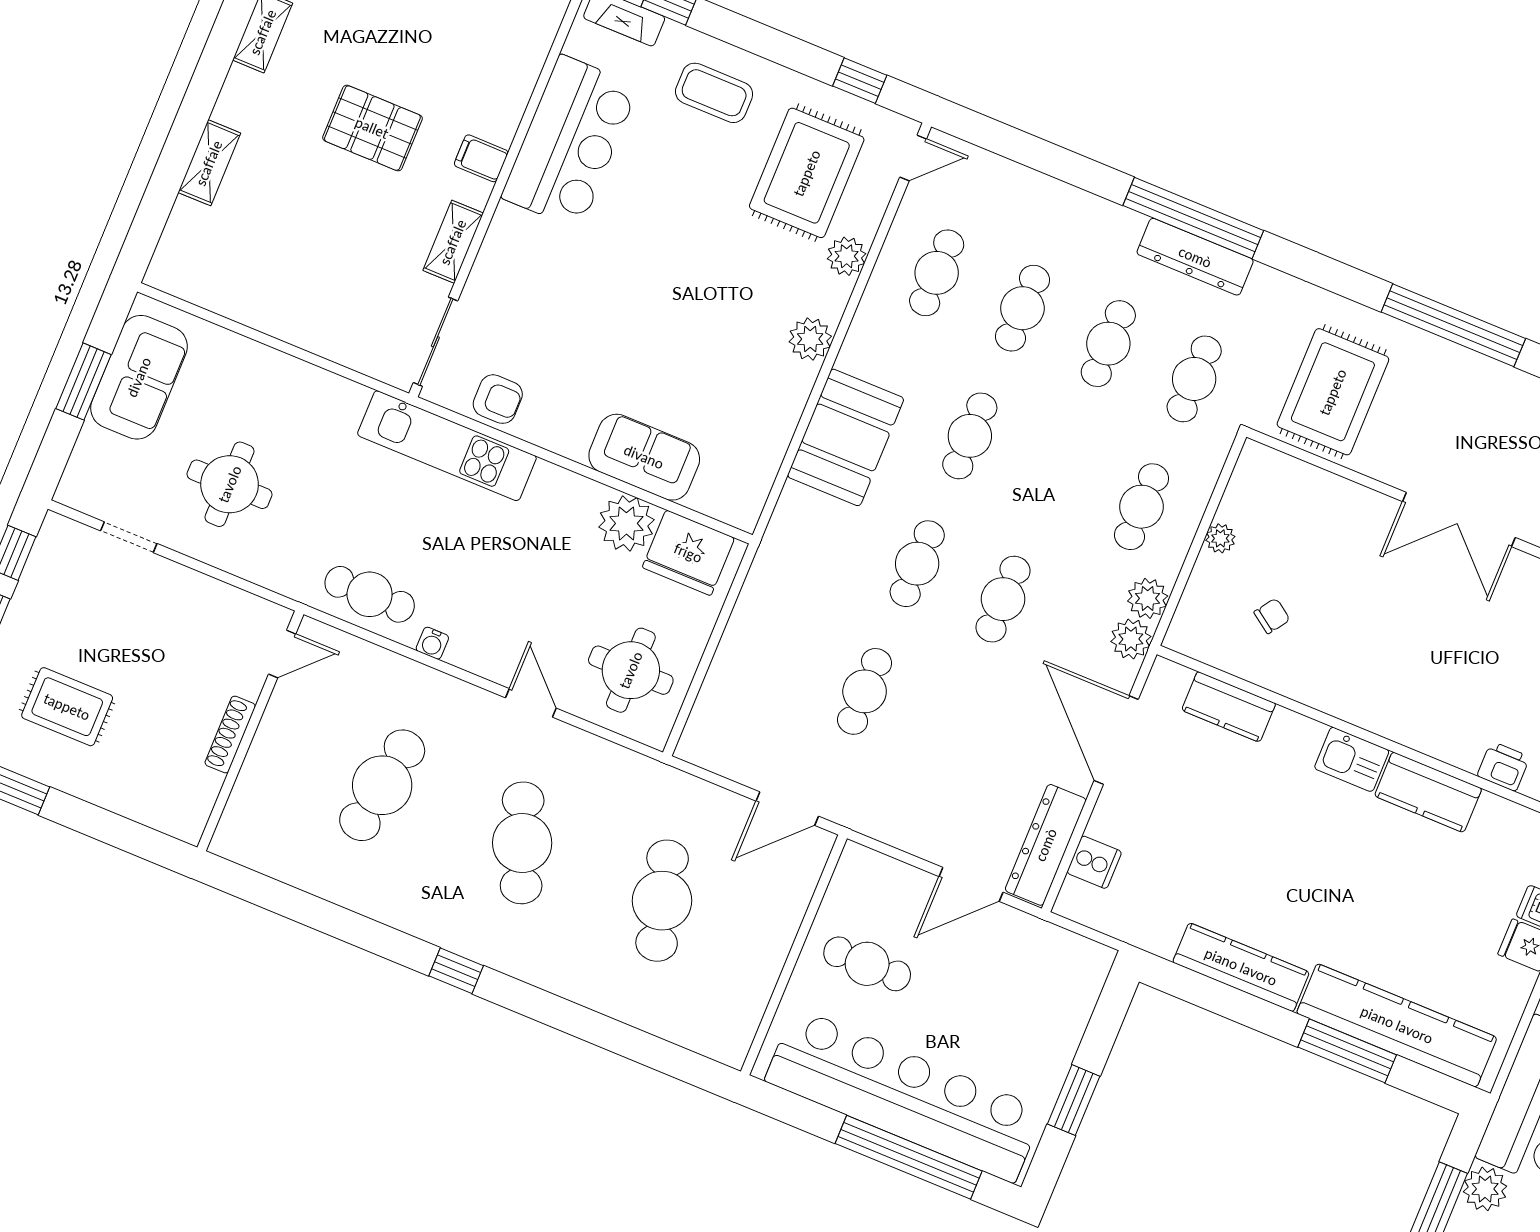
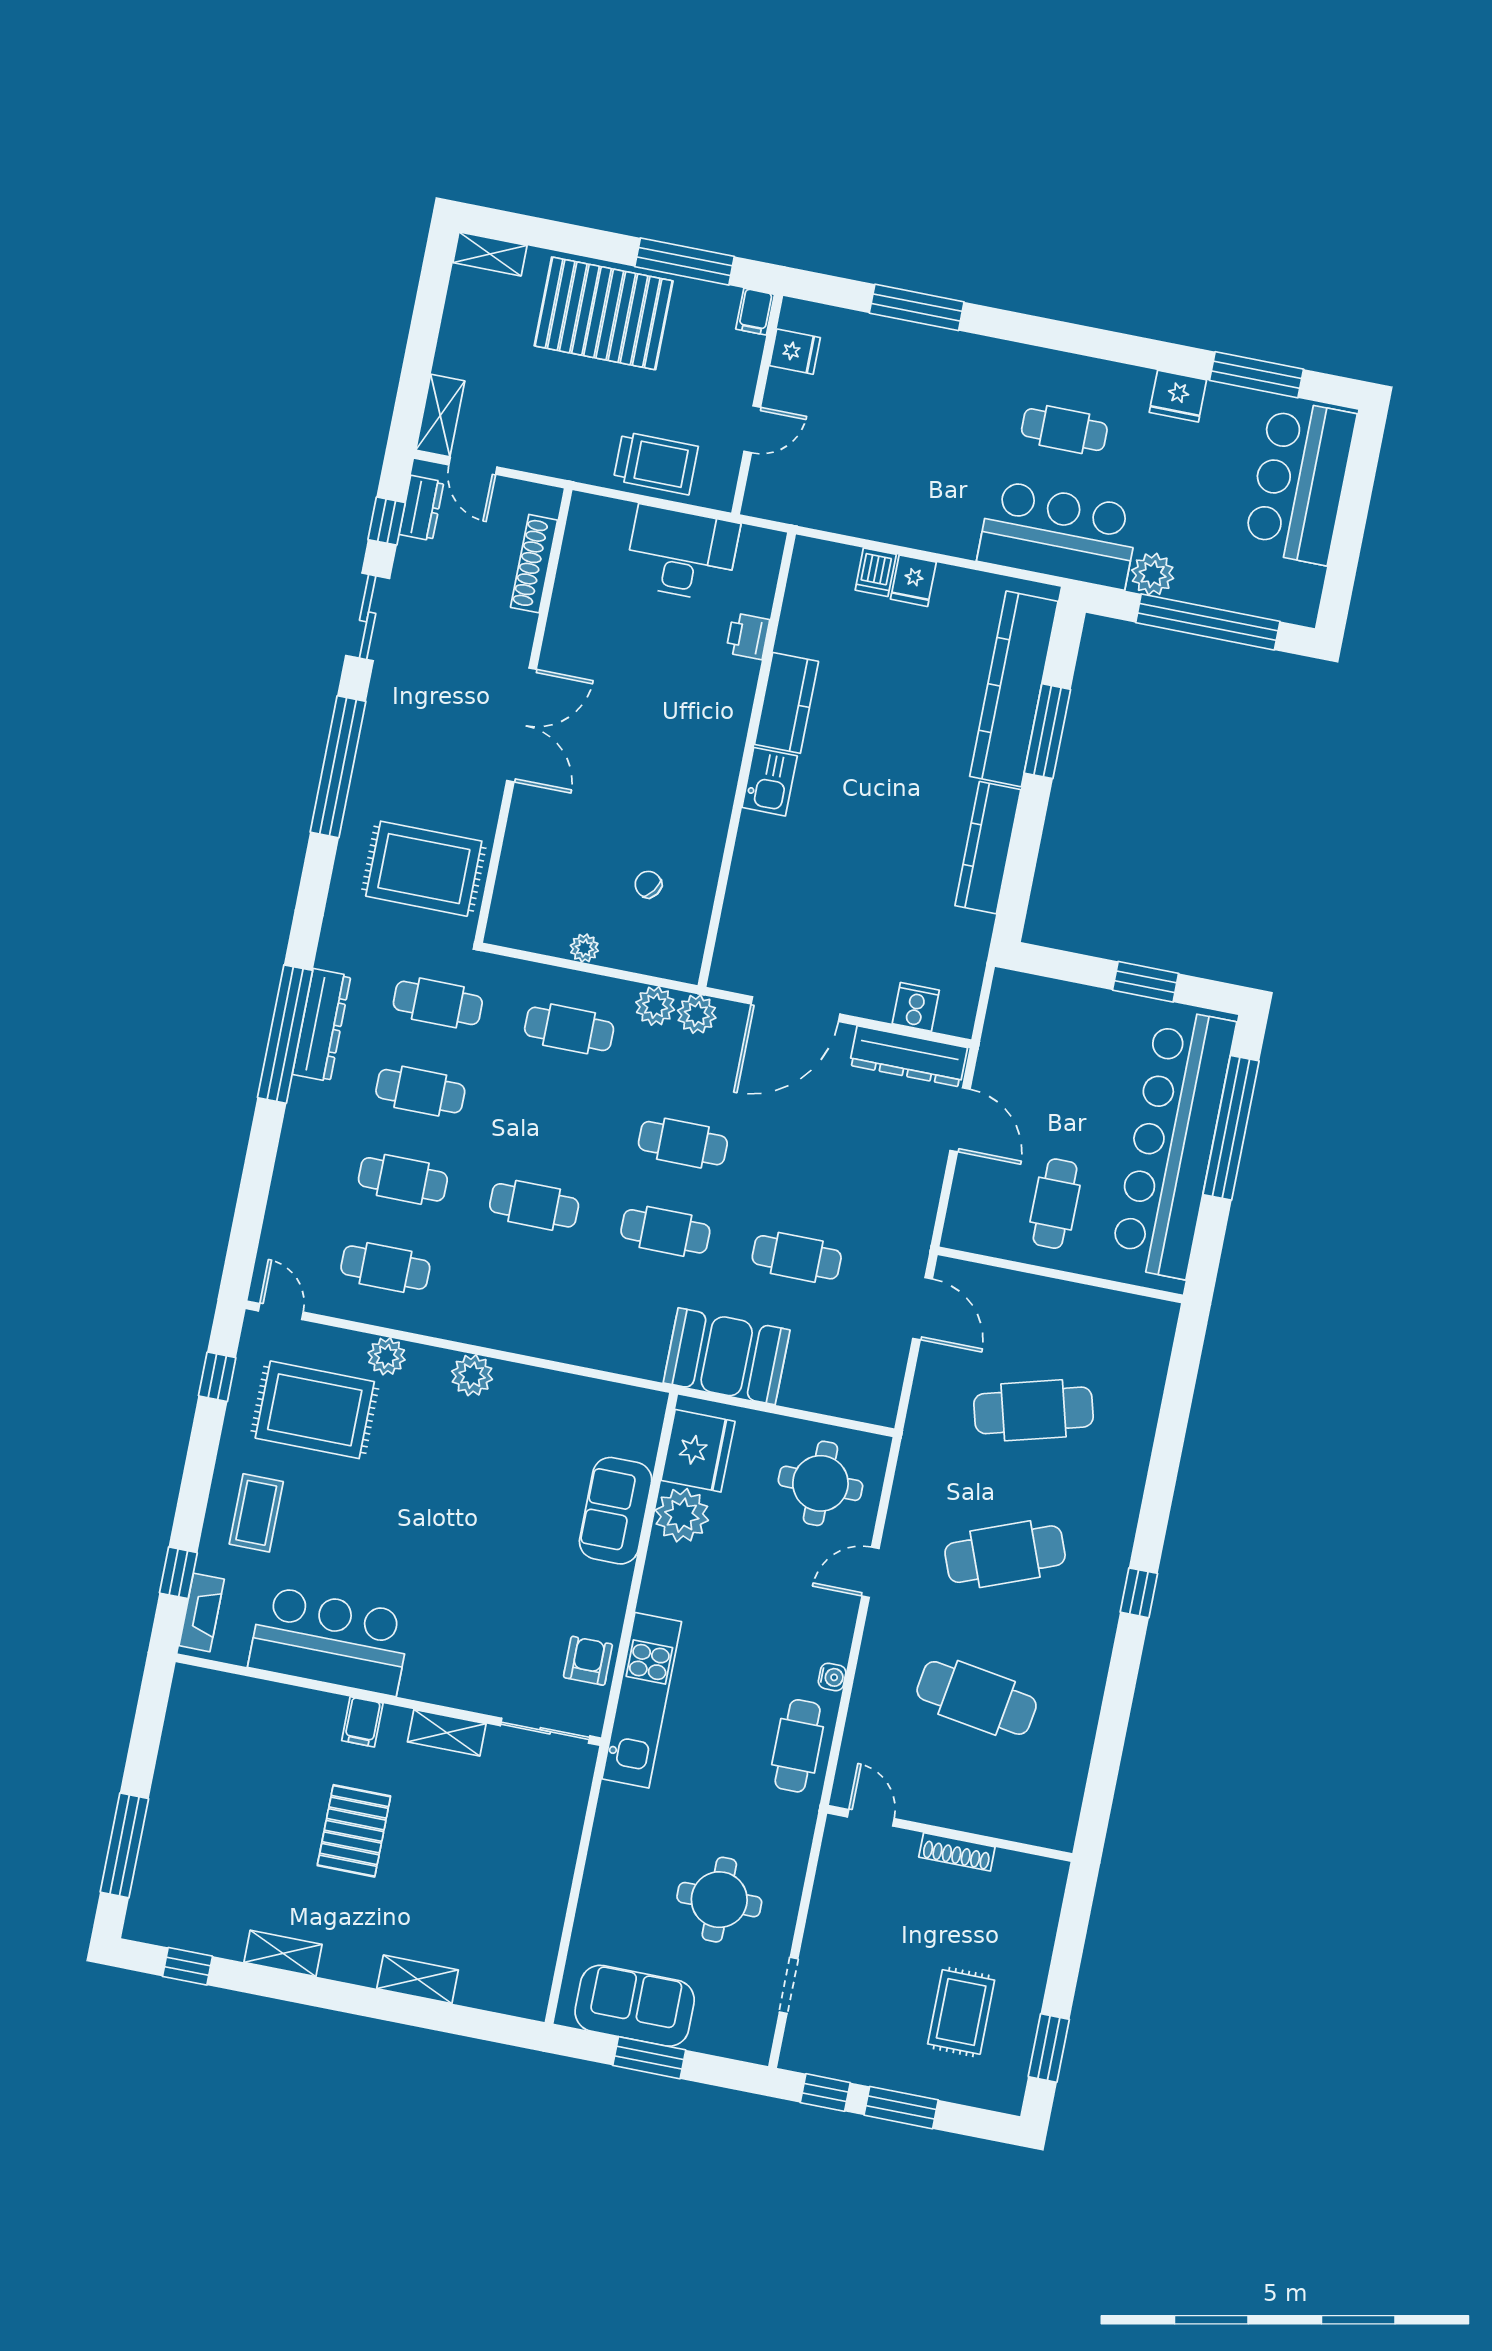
booth: (846, 437) -> (727, 1356), moved
kitchen counter: (1229, 707) -> (743, 908), removed

